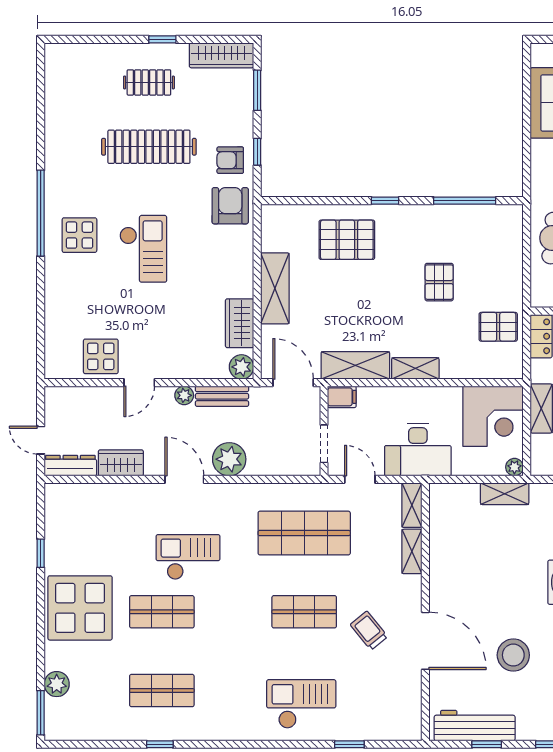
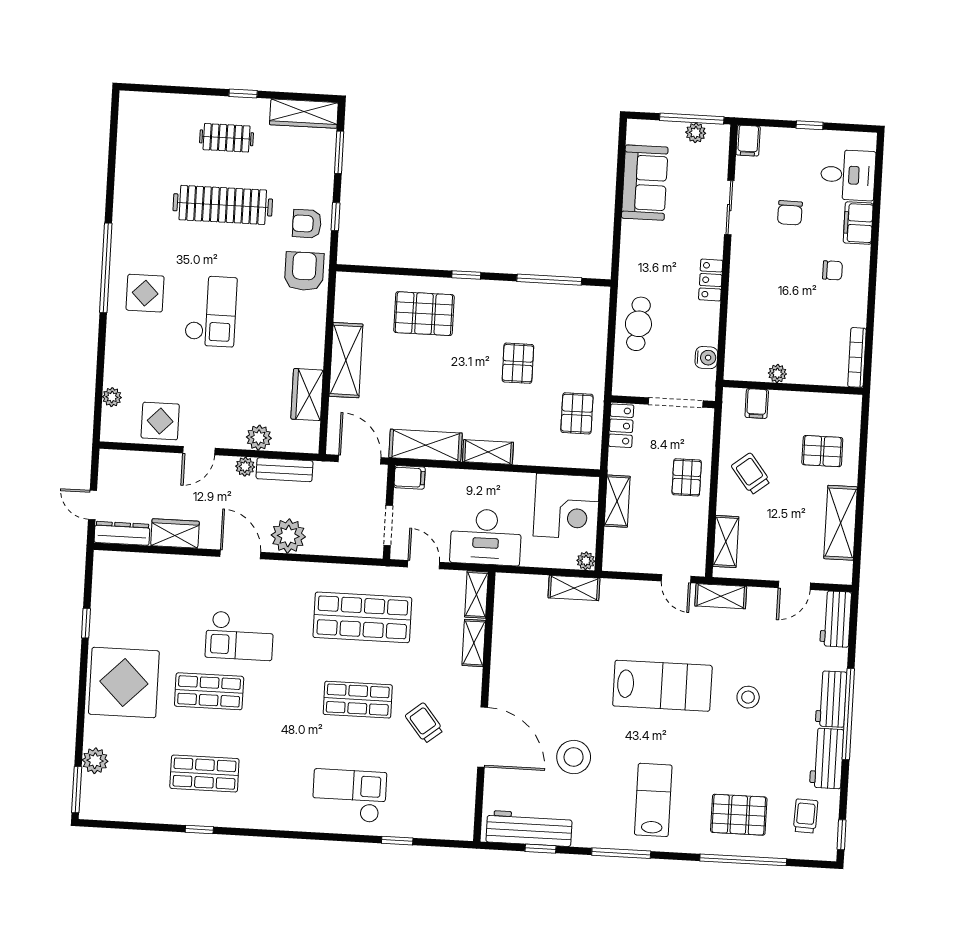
pallet: (498, 327) -> (577, 413), turned 90
plant: (53, 336) -> (112, 397), added
plant: (242, 367) -> (259, 438), moved
checkout: (188, 557) -> (240, 636), turned 180

